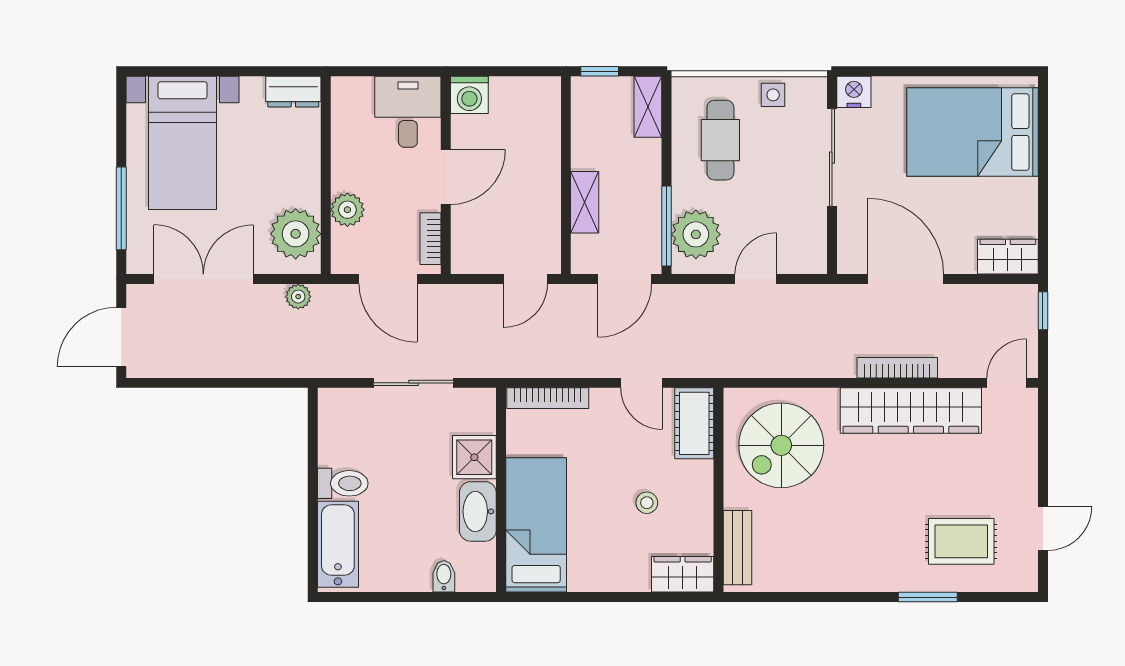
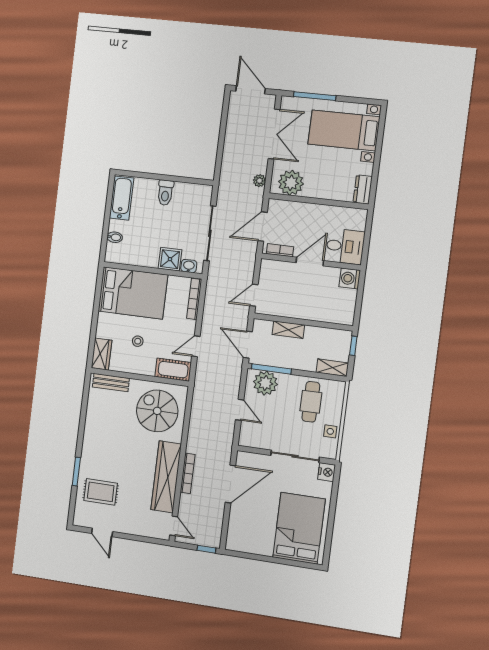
cafe table: (720, 140) -> (311, 402), turned 90
door: (446, 177) -> (310, 262), swing flipped
plant: (347, 210) -> (300, 210), removed
wardrobe: (1008, 257) -> (235, 536), removed
door: (526, 279) -> (254, 295), hinge flipped
sliding door: (413, 383) -> (210, 233), width x1.37
washbasin: (478, 511) -> (189, 266), moved, width x0.52, depth x0.69
bed: (536, 525) -> (133, 293), width x1.50
rug: (961, 541) -> (101, 492), turned 90
bathtub: (338, 544) -> (122, 198), moved, turned -90

